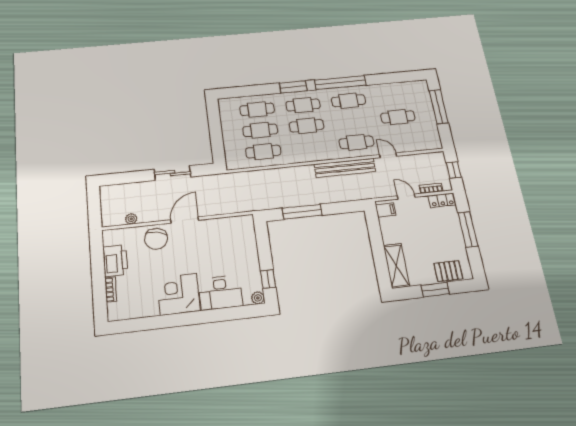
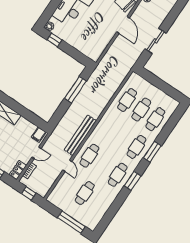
window: (340, 83) -> (133, 181), width x0.47
cafe table: (307, 126) -> (122, 137), removed
door: (388, 155) -> (67, 166), hinge flipped

